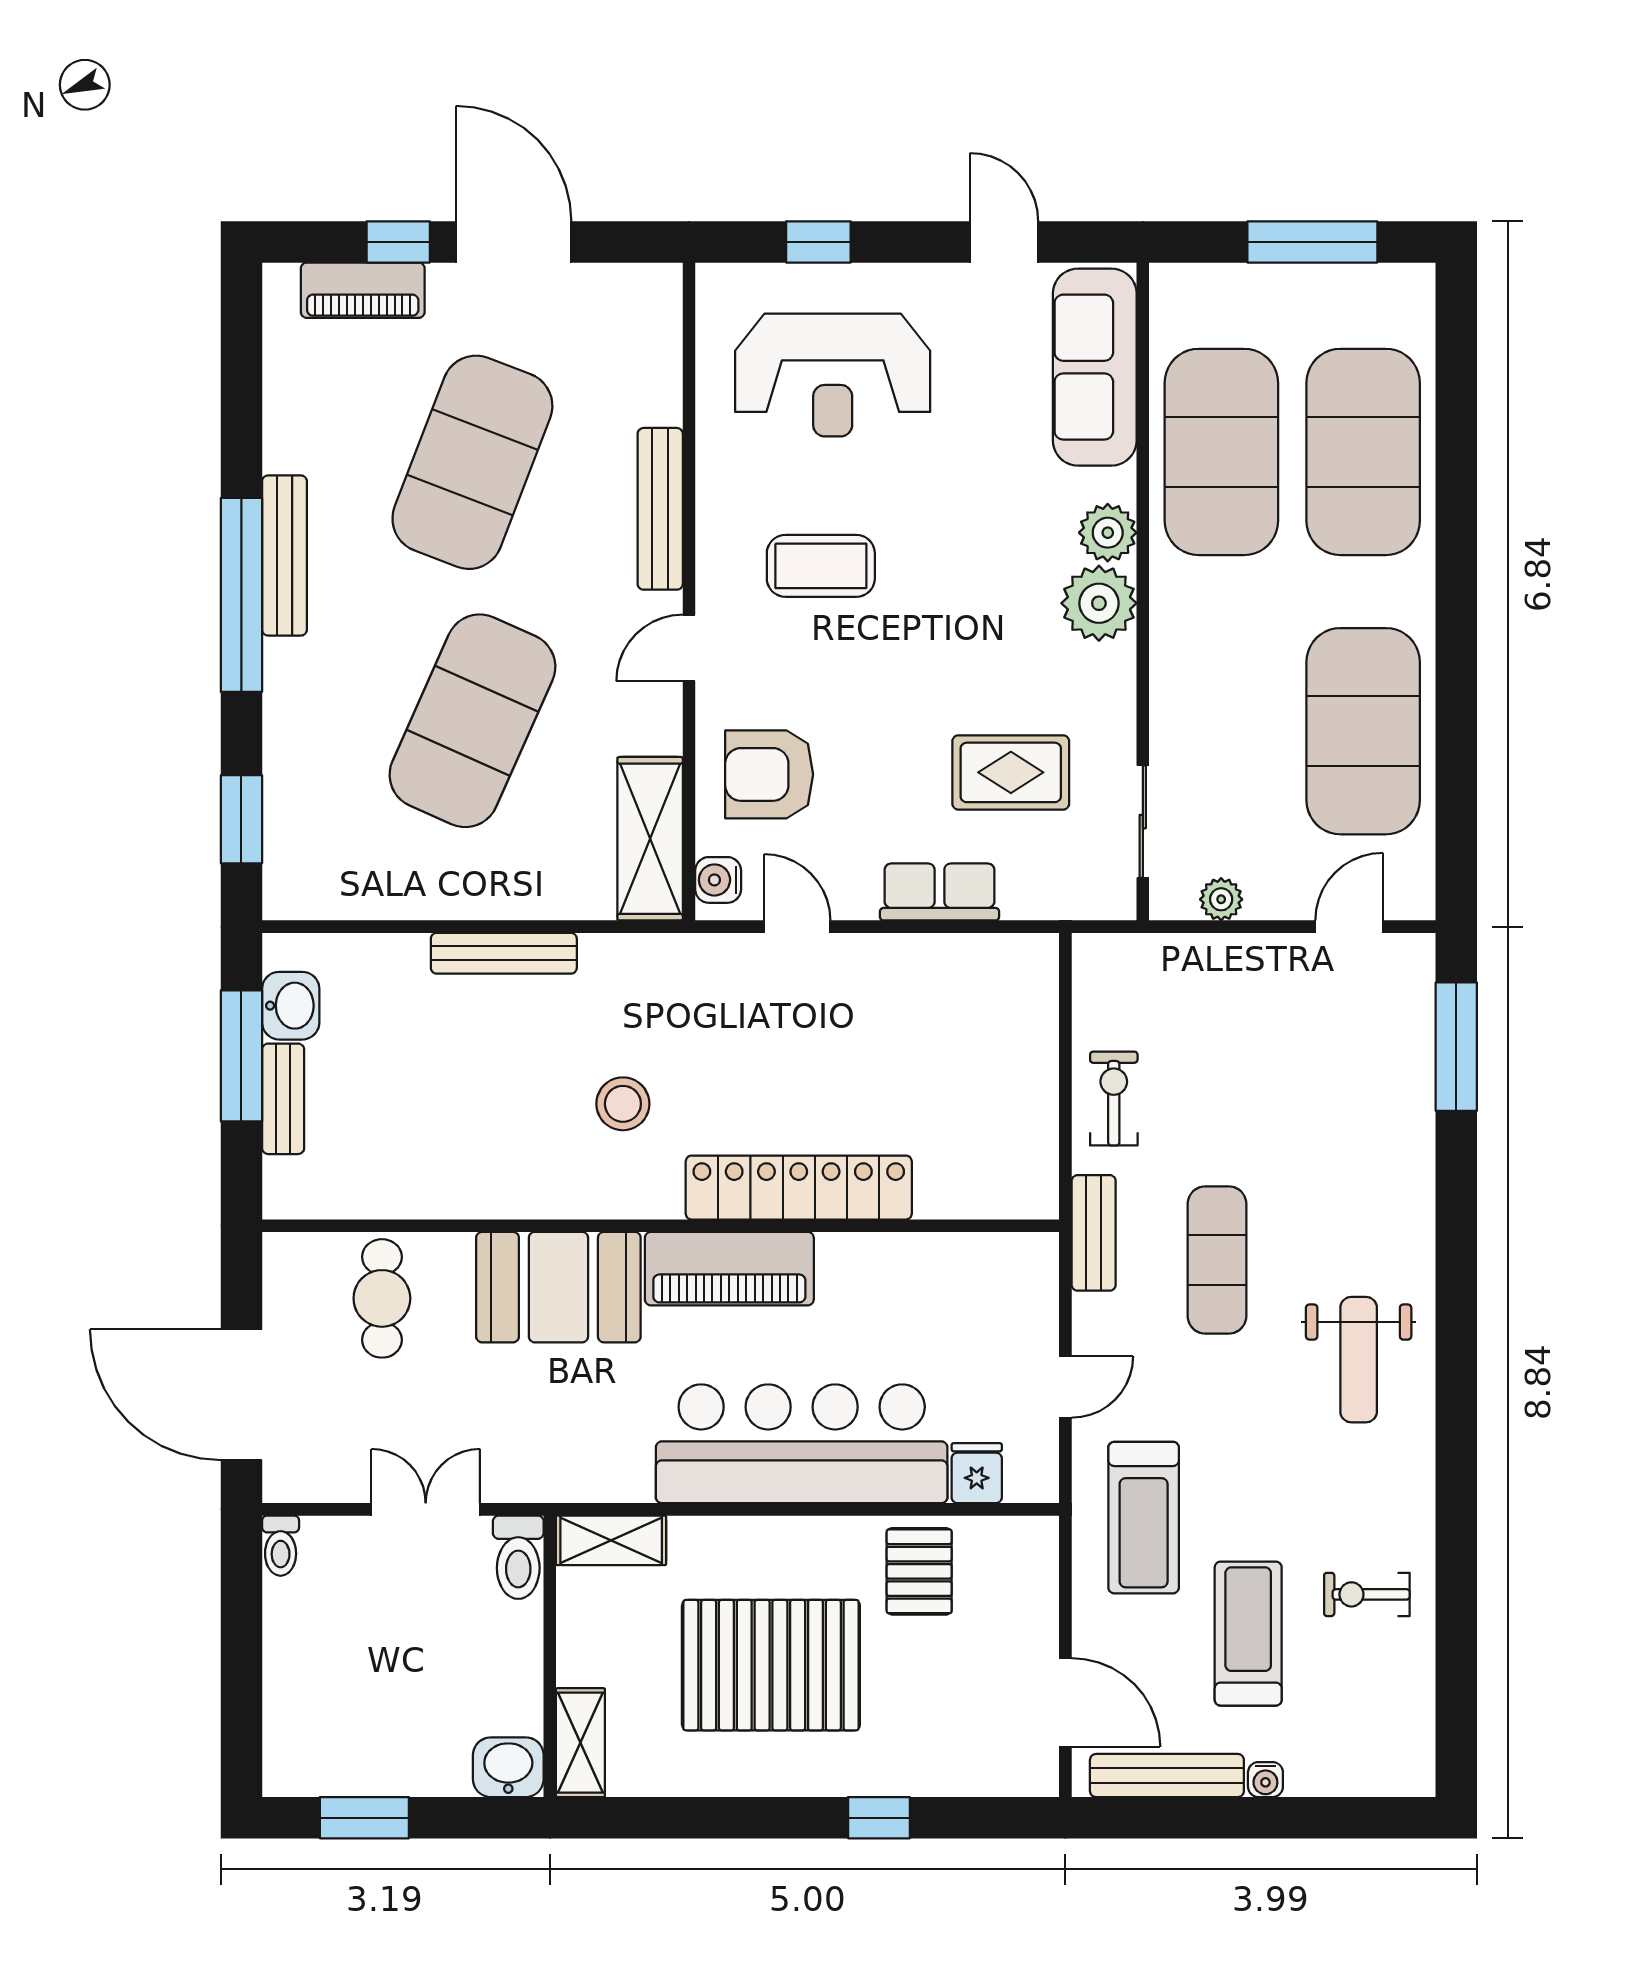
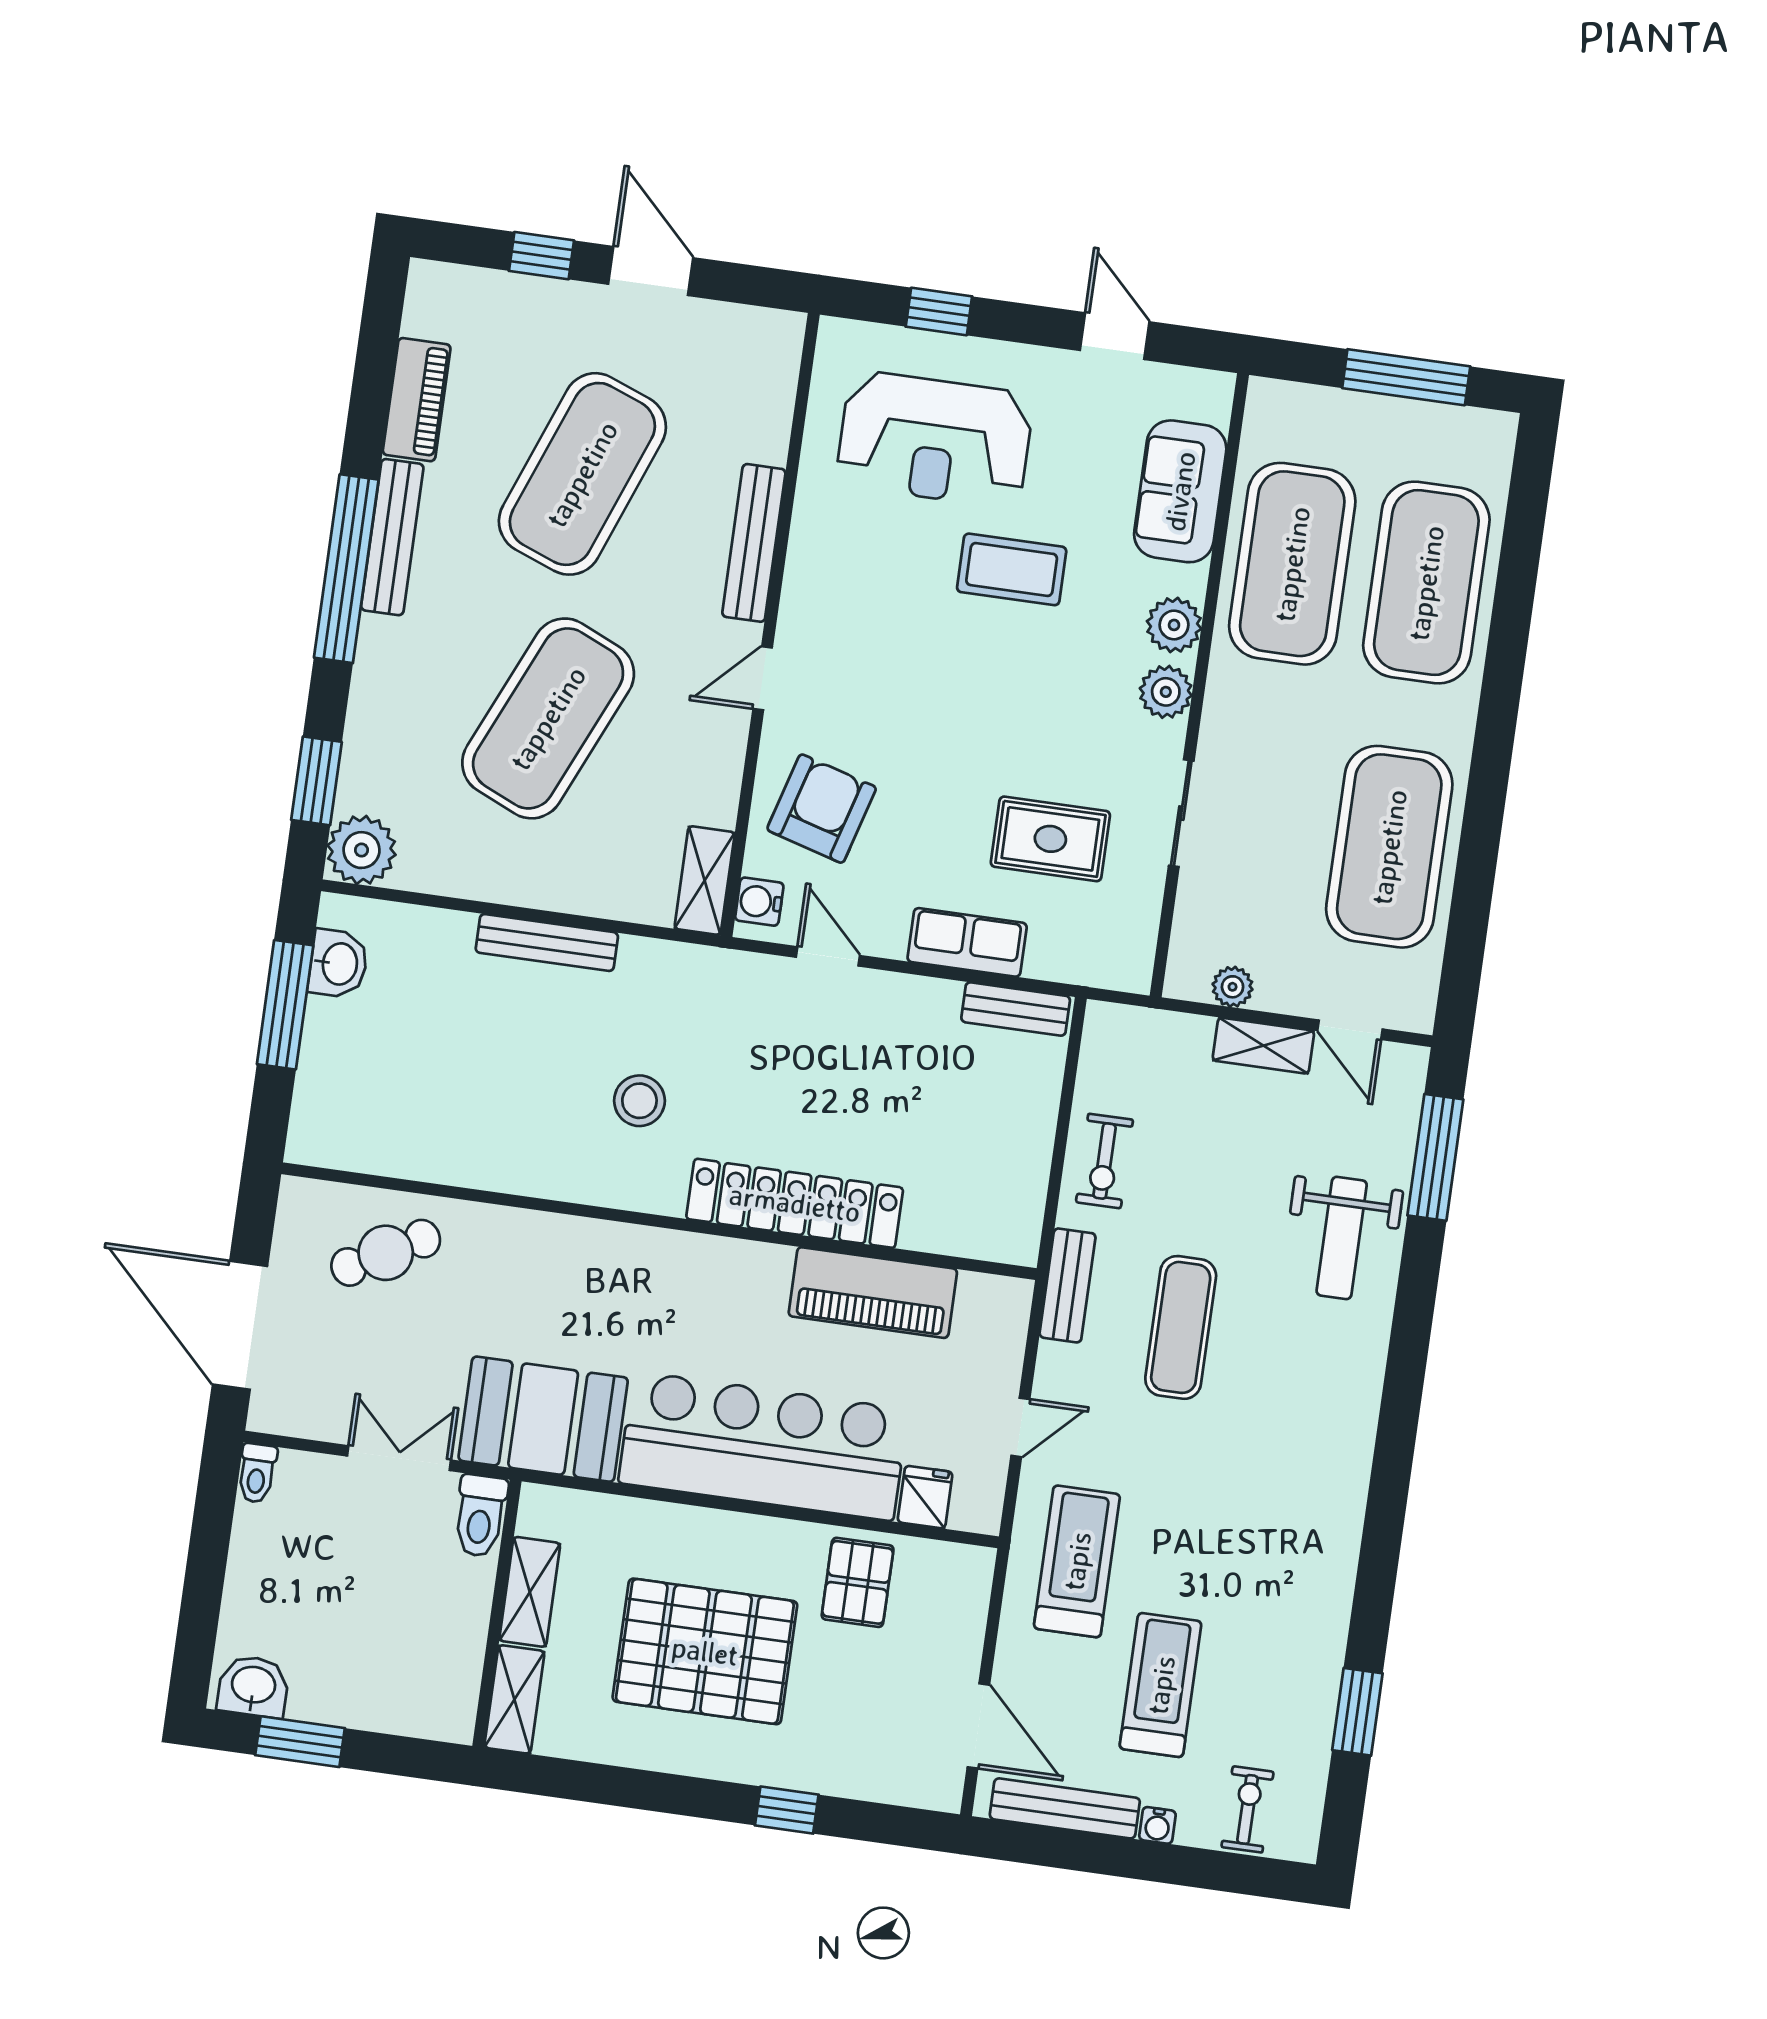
door: (514, 242) -> (651, 271), width x0.73
piano: (363, 290) -> (417, 400), moved, turned -90
sofa: (1095, 367) -> (1180, 491), width x0.73
coffee table: (821, 566) -> (1012, 569), moved
plant: (1099, 603) -> (1166, 692), width x0.73, depth x0.73
armchair: (769, 774) -> (822, 809), turned 106
sliding door: (1143, 822) -> (1181, 813), moved
shelving: (650, 839) -> (705, 881), width x0.67, depth x0.75
plant: (298, 884) -> (361, 850), added
door: (1349, 927) -> (1350, 1030), swing flipped
shelving: (1262, 956) -> (1263, 1046), added
bench: (283, 1099) -> (1016, 1009), moved, turned 90
exercise bike: (1114, 1099) -> (1105, 1161), turned 180
piano: (729, 1269) -> (873, 1293), moved
booth: (558, 1287) -> (543, 1419), moved
cafe table: (382, 1298) -> (386, 1253), turned 61
weight bench: (1359, 1360) -> (1342, 1238), moved
treadmill: (1144, 1518) -> (1077, 1561), turned 180
shelving: (611, 1540) -> (530, 1592), moved, turned 90
exercise bike: (1367, 1594) -> (1247, 1809), moved, turned 90
window: (1456, 1633) -> (1357, 1712), added
washbasin: (508, 1767) -> (253, 1686), moved

